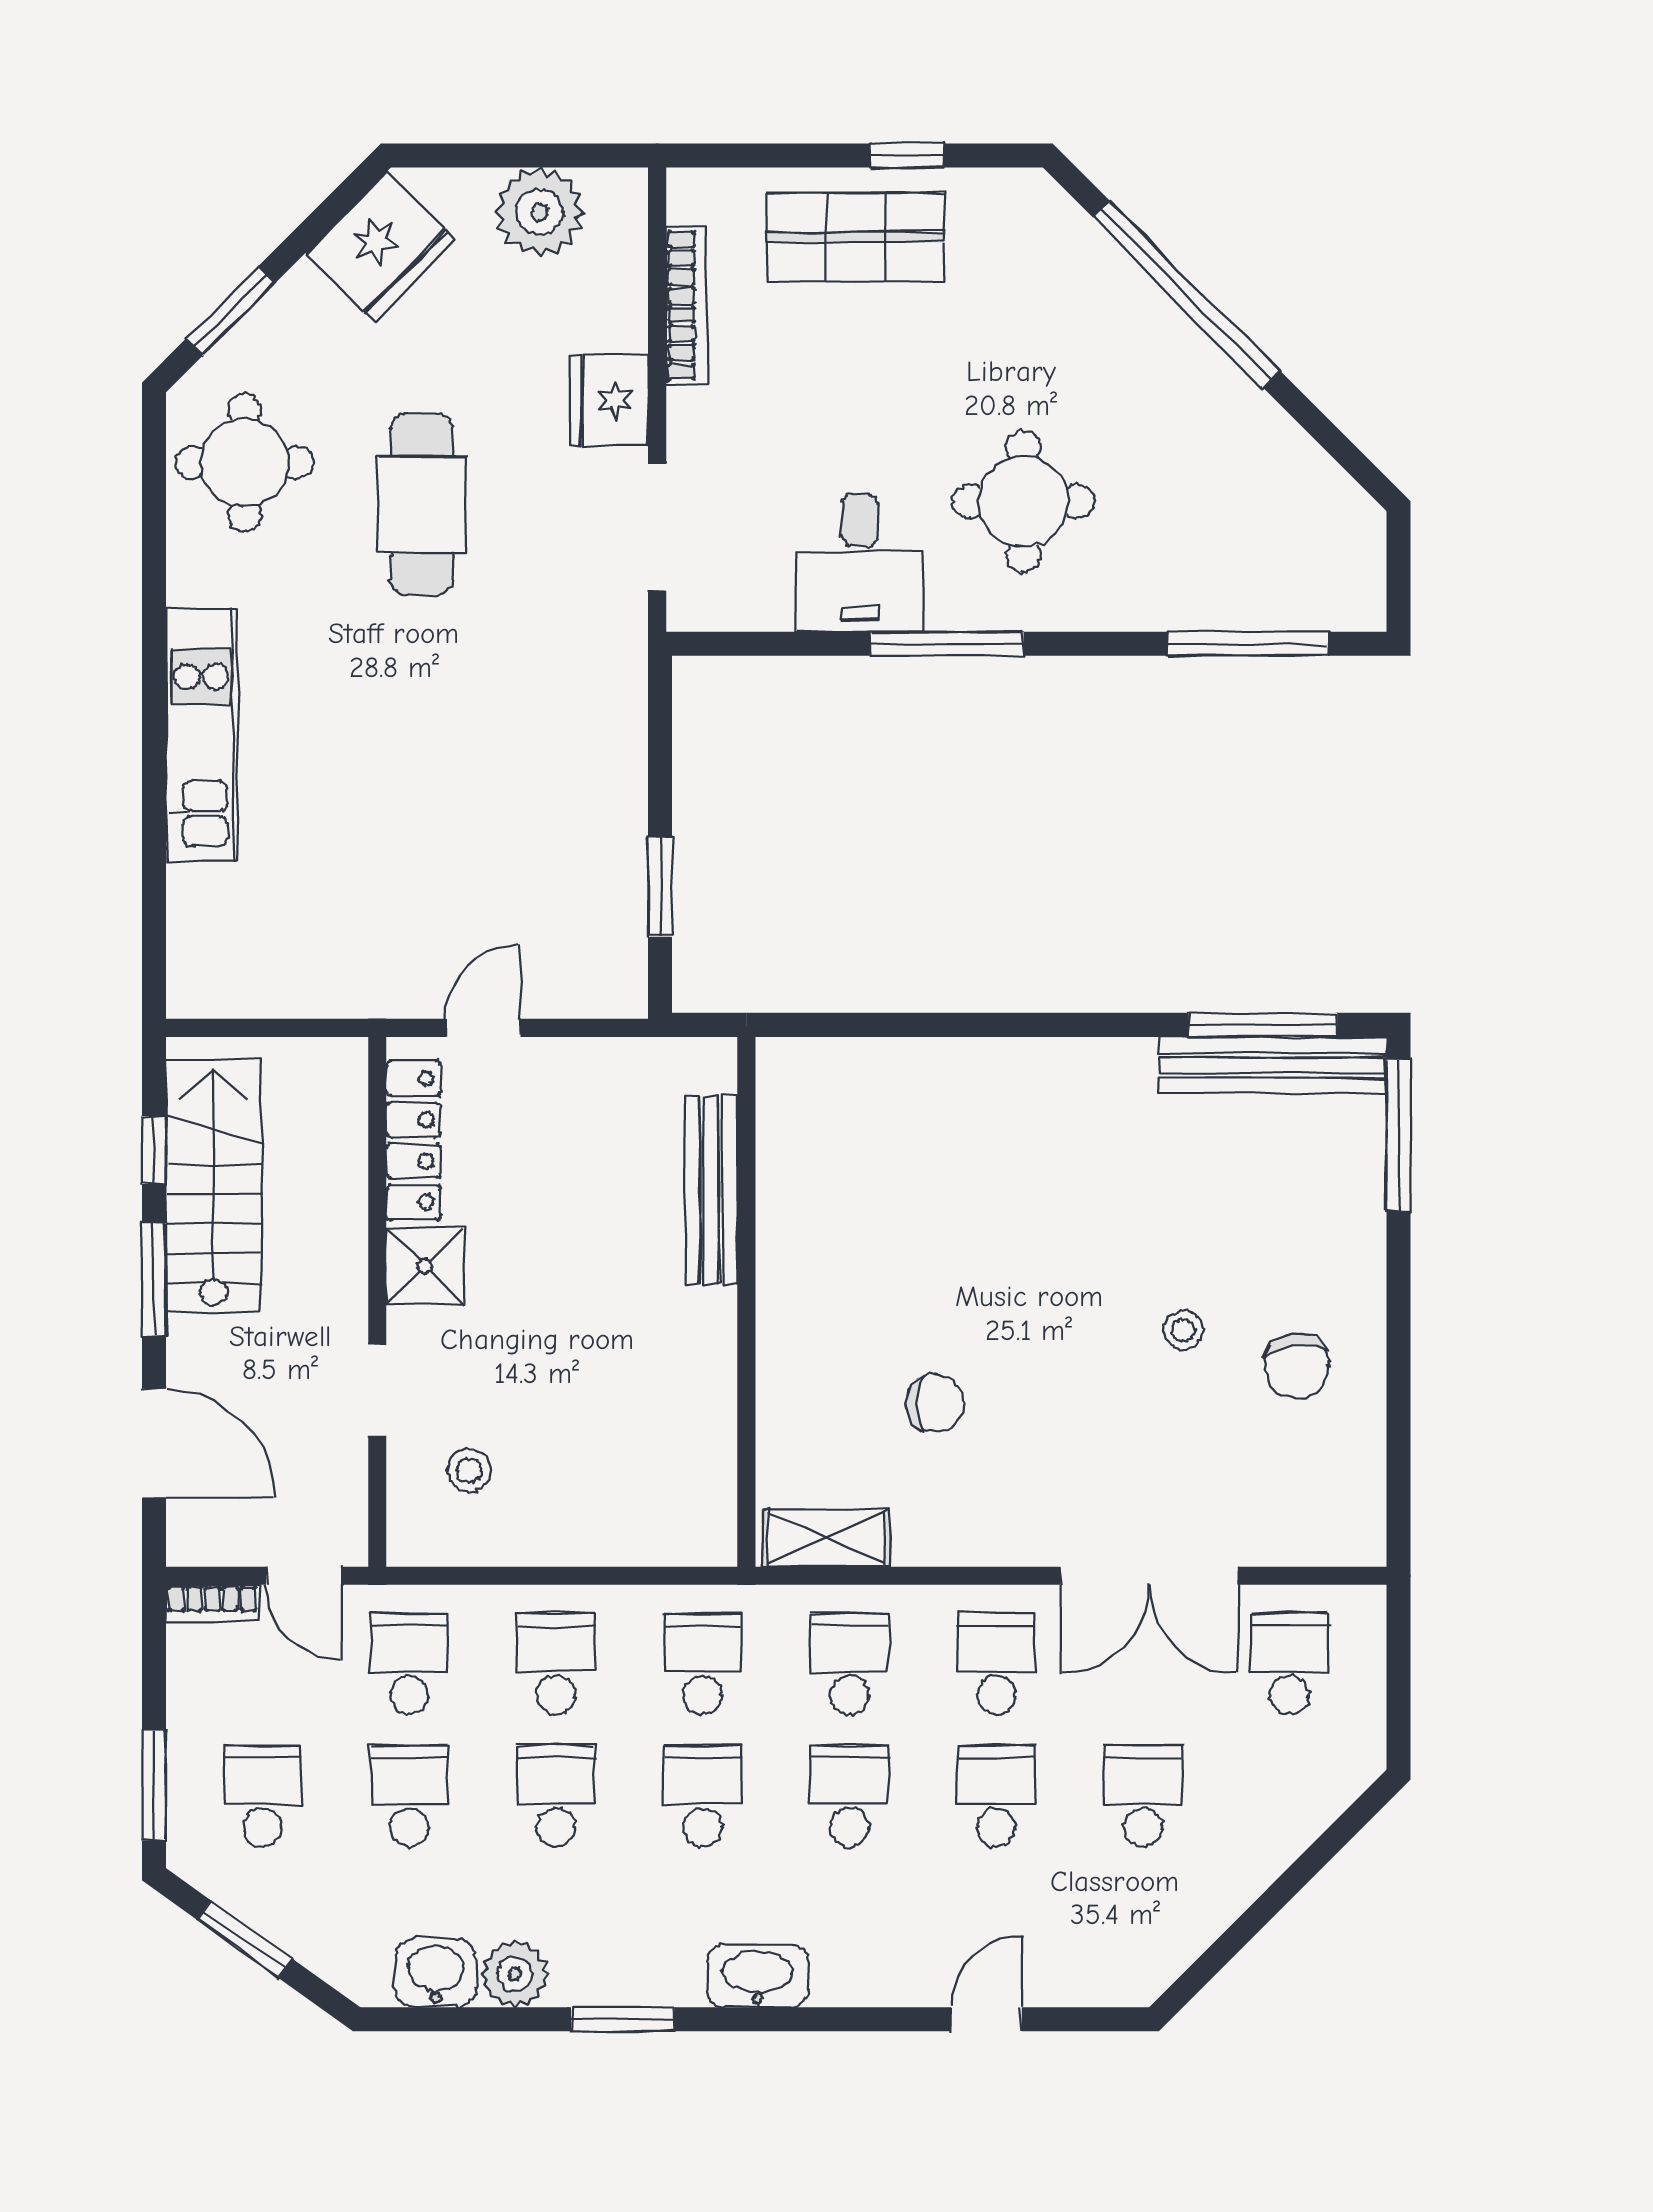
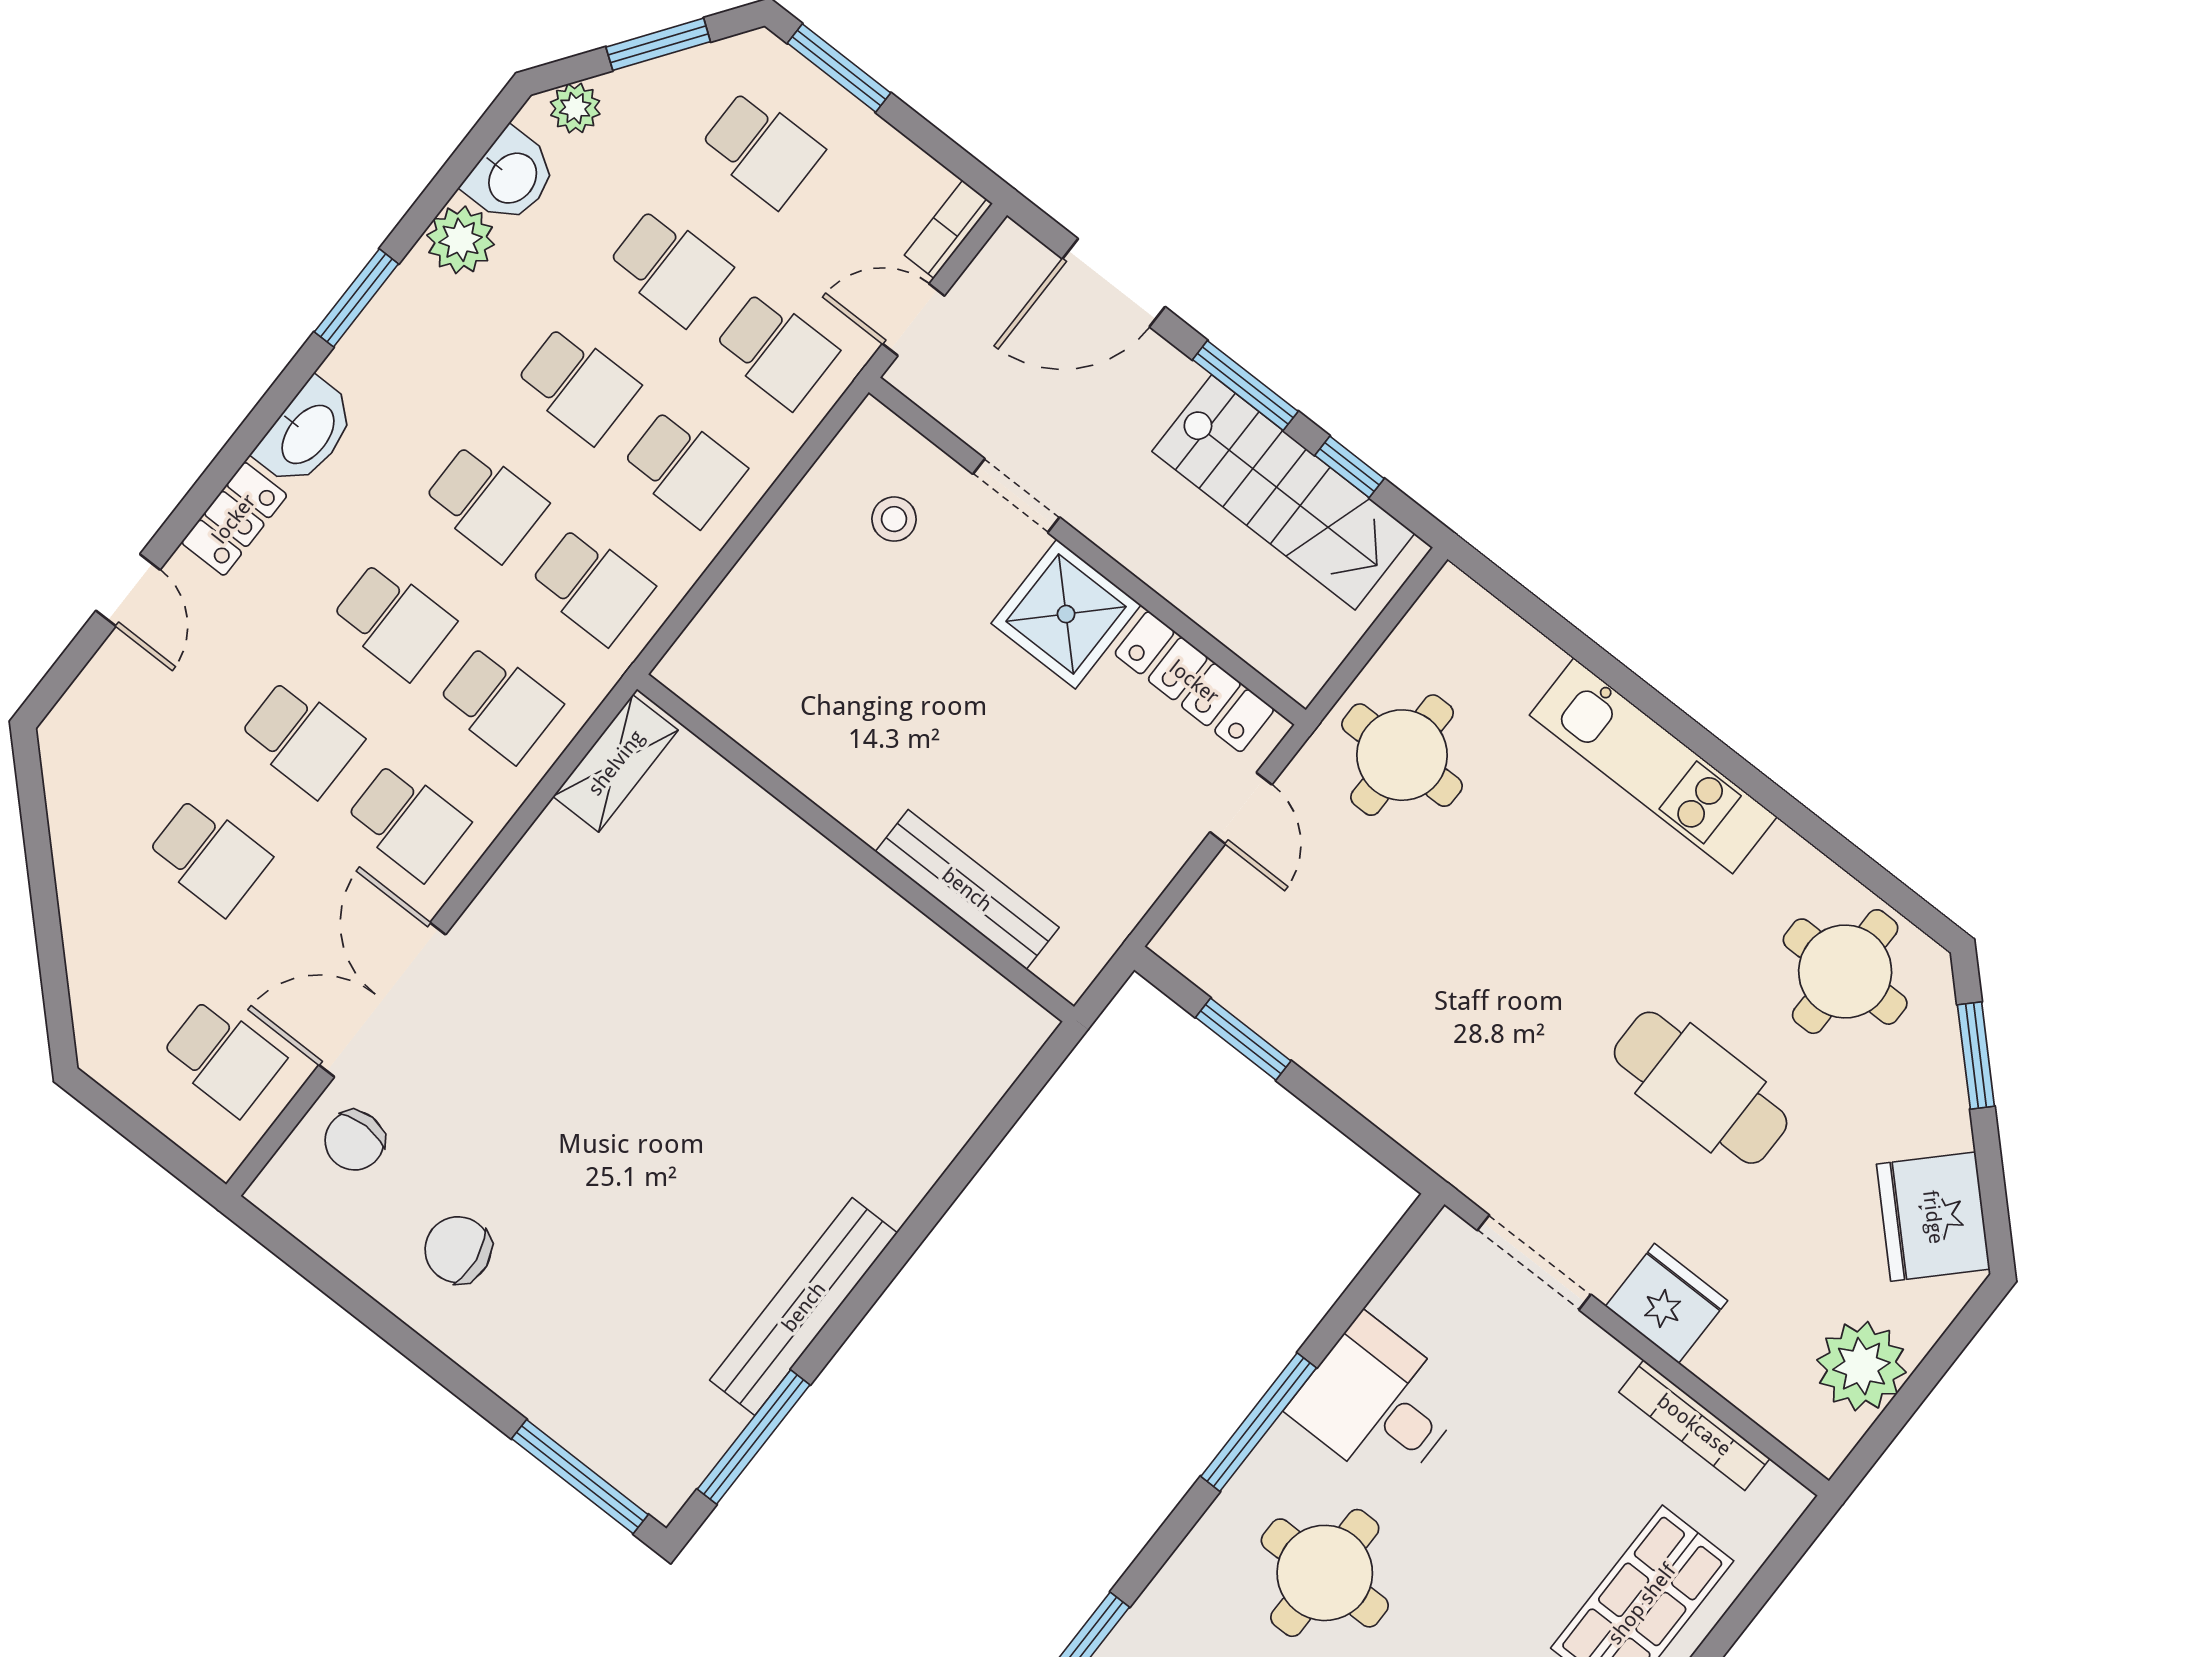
round table: (345, 936) -> (1402, 755), added
bench: (1273, 1065) -> (804, 1307), moved
shower: (425, 1266) -> (1066, 614), width x1.36, depth x1.36
stool: (1183, 1330) -> (558, 1181), removed
chair: (935, 1403) -> (355, 1141), moved
plant: (344, 1965) -> (575, 108), added
locker: (867, 1980) -> (234, 519), added

